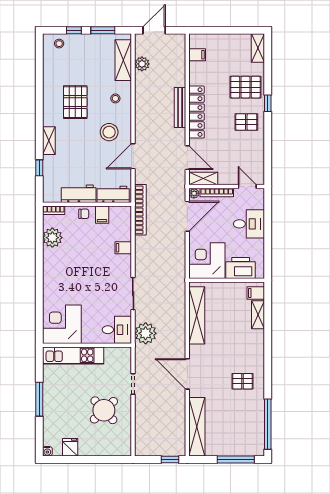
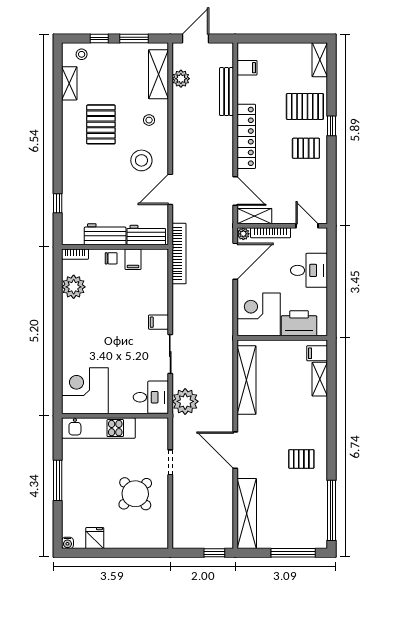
bench: (180, 108) -> (227, 92), moved
shelving: (49, 141) -> (69, 83), moved
filing cabinet: (123, 248) -> (159, 322), moved

